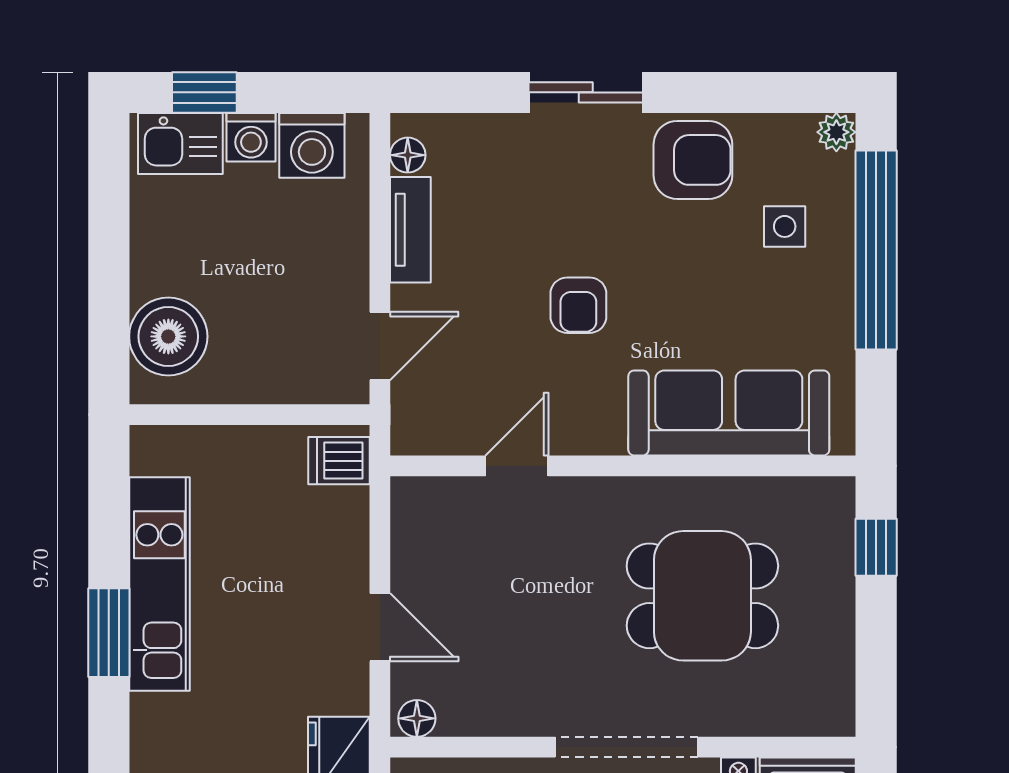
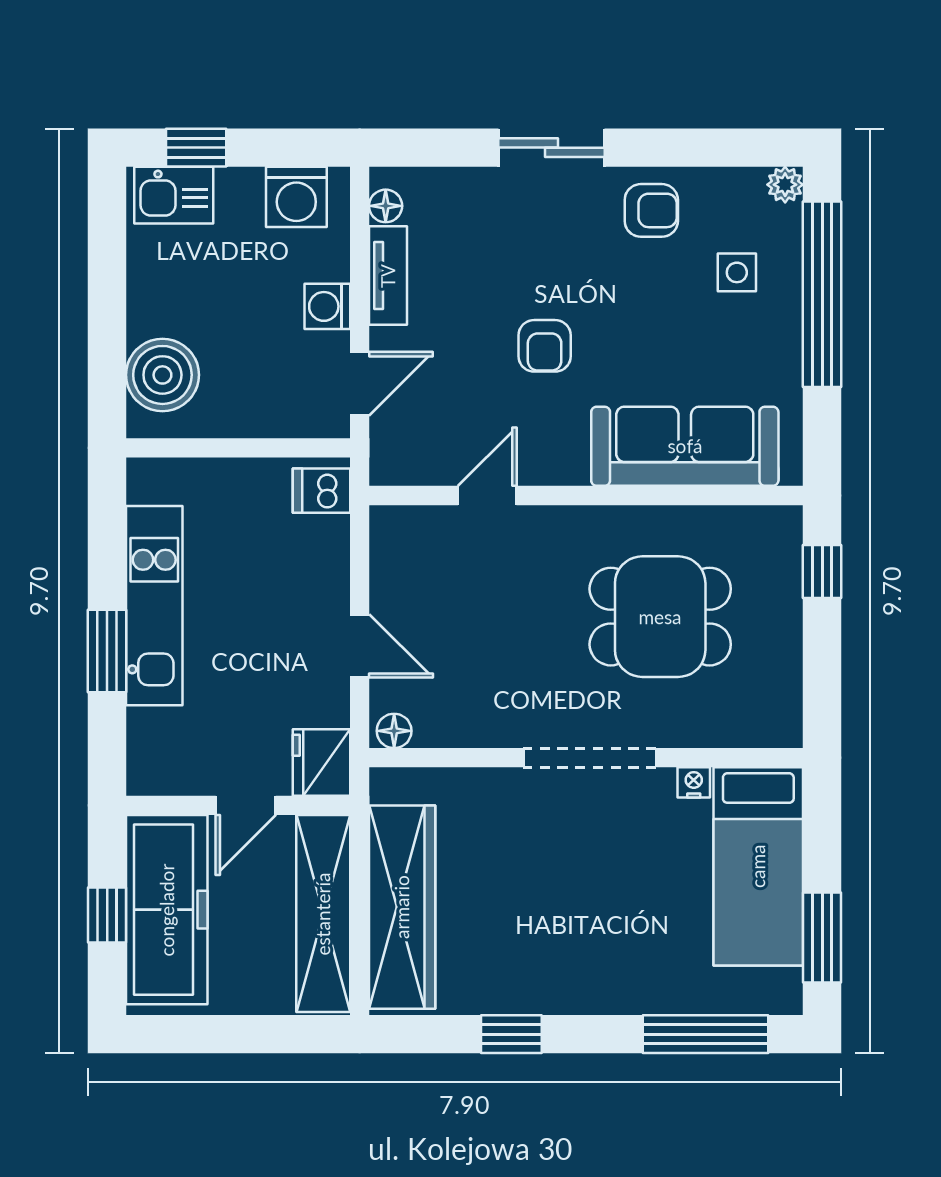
washing machine: (251, 137) -> (327, 306), moved, turned 90
armchair: (693, 160) -> (651, 210), width x0.72, depth x0.72

